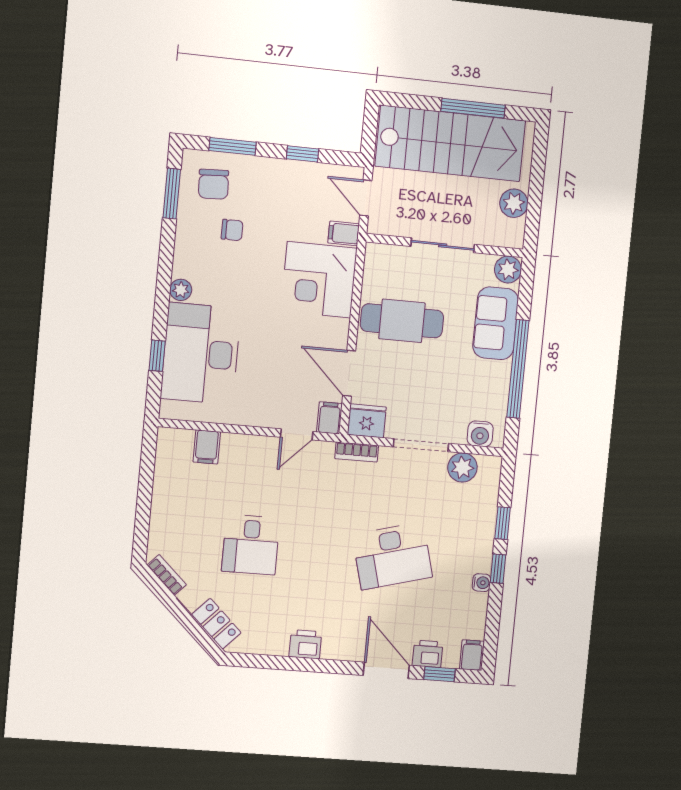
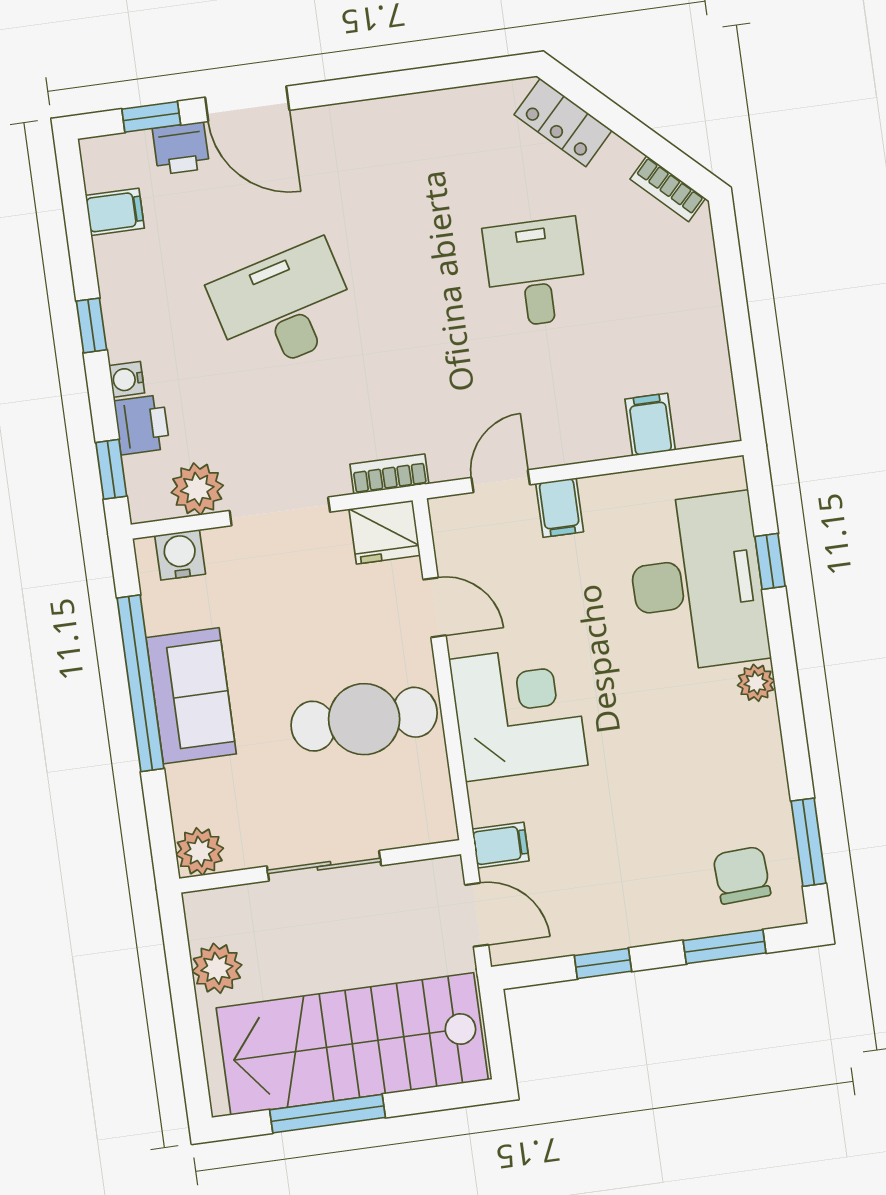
chair: (232, 230) -> (692, 805), removed
corner desk: (319, 280) -> (518, 712), moved
sofa: (496, 323) -> (191, 696), moved
door: (349, 373) -> (435, 607), width x0.73
filing cabinet: (329, 418) -> (560, 508), moved
window: (503, 523) -> (111, 469), moved
water cooler: (481, 583) -> (127, 379), moved
printer: (305, 644) -> (142, 425), moved, turned -90
filing cabinet: (472, 655) -> (115, 212), moved, turned -90

